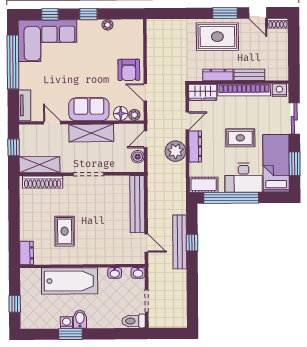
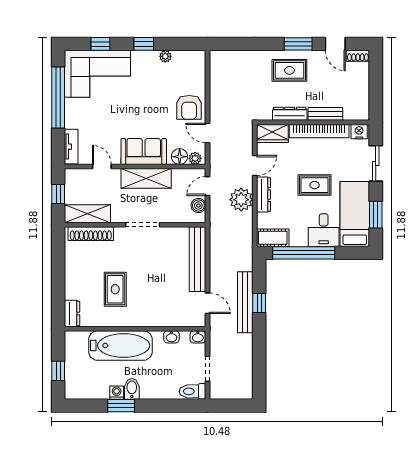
rug: (217, 37) -> (289, 70), width x0.73, depth x0.70
desk: (244, 178) -> (324, 230), width x0.73

